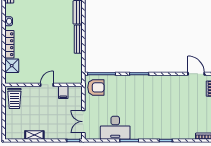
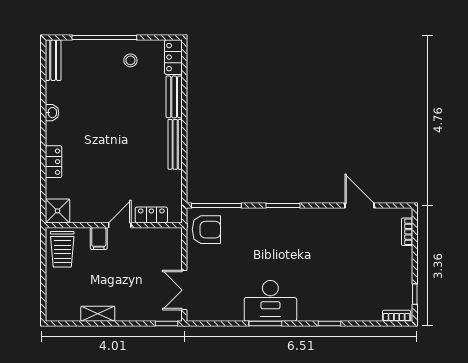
locker: (9, 44) -> (53, 162), width x0.66
shower: (12, 66) -> (57, 211), moved
door: (196, 74) -> (359, 206), moved
locker: (65, 79) -> (151, 215), added
filing cabinet: (63, 92) -> (99, 238), moved
desk: (115, 128) -> (270, 301), moved

